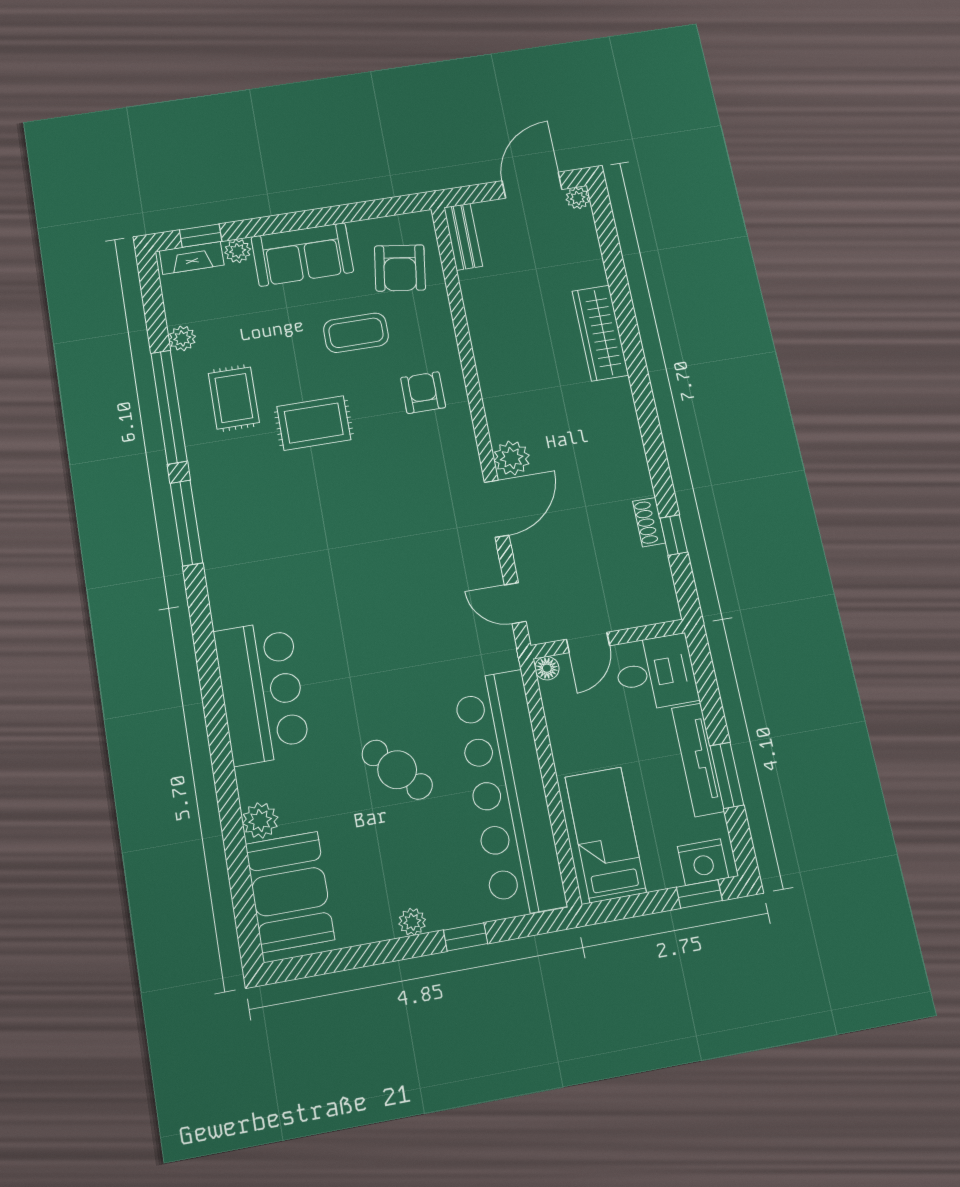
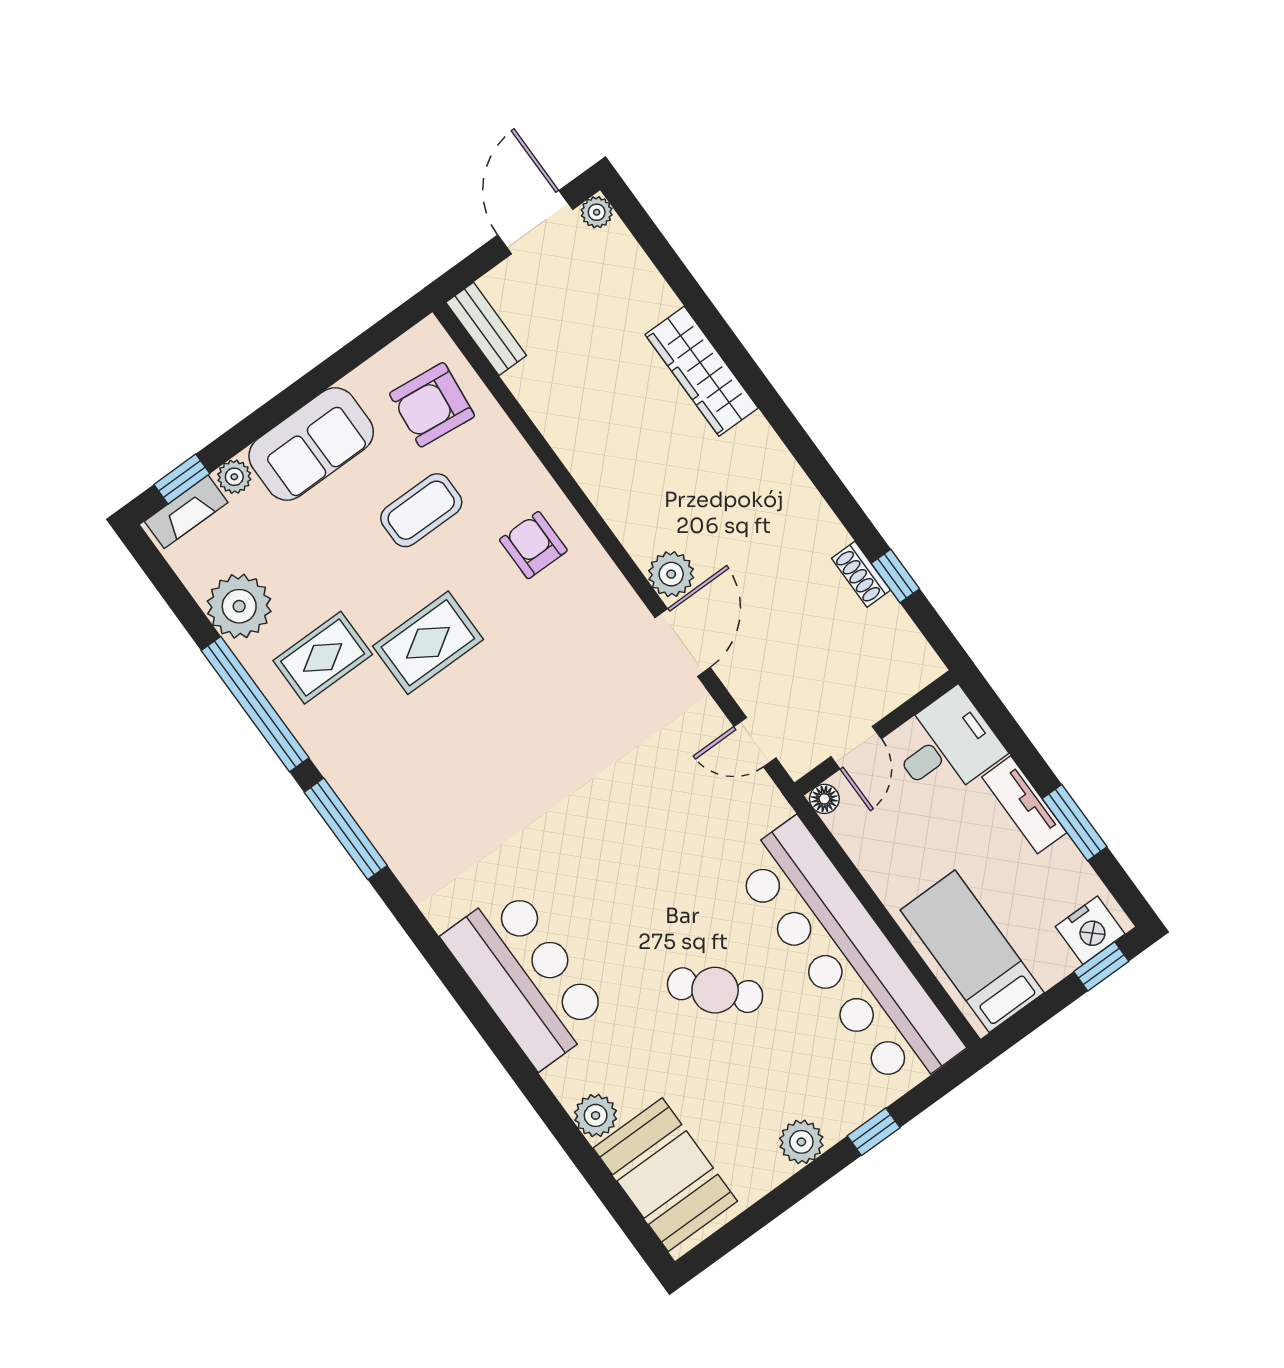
armchair: (400, 268) -> (432, 405), turned 88
plant: (182, 338) -> (239, 606), width x1.88, depth x1.88
rug: (234, 398) -> (323, 658), turned 90
tv unit: (698, 760) -> (1024, 805), width x0.71
plant: (412, 922) -> (801, 1142), width x1.38, depth x1.38

